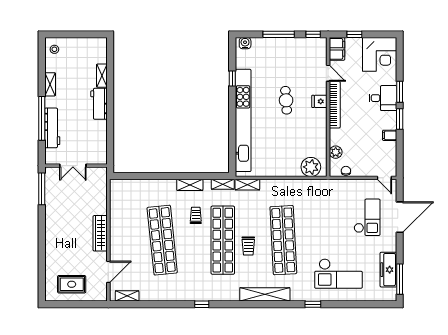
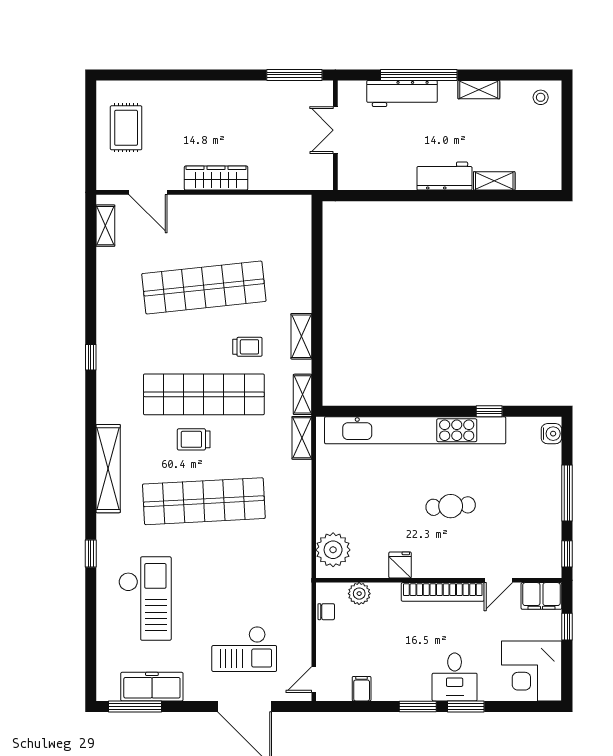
fridge: (319, 101) -> (400, 565), moved
filing cabinet: (390, 135) -> (362, 689), moved
checkout: (338, 274) -> (145, 599), turned 180

